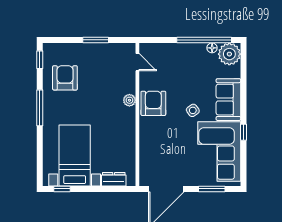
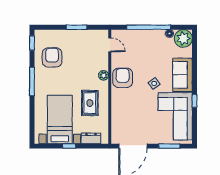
window: (204, 40) -> (149, 27), moved
rug: (112, 135) -> (90, 103), added
window: (62, 189) -> (69, 146), moved

